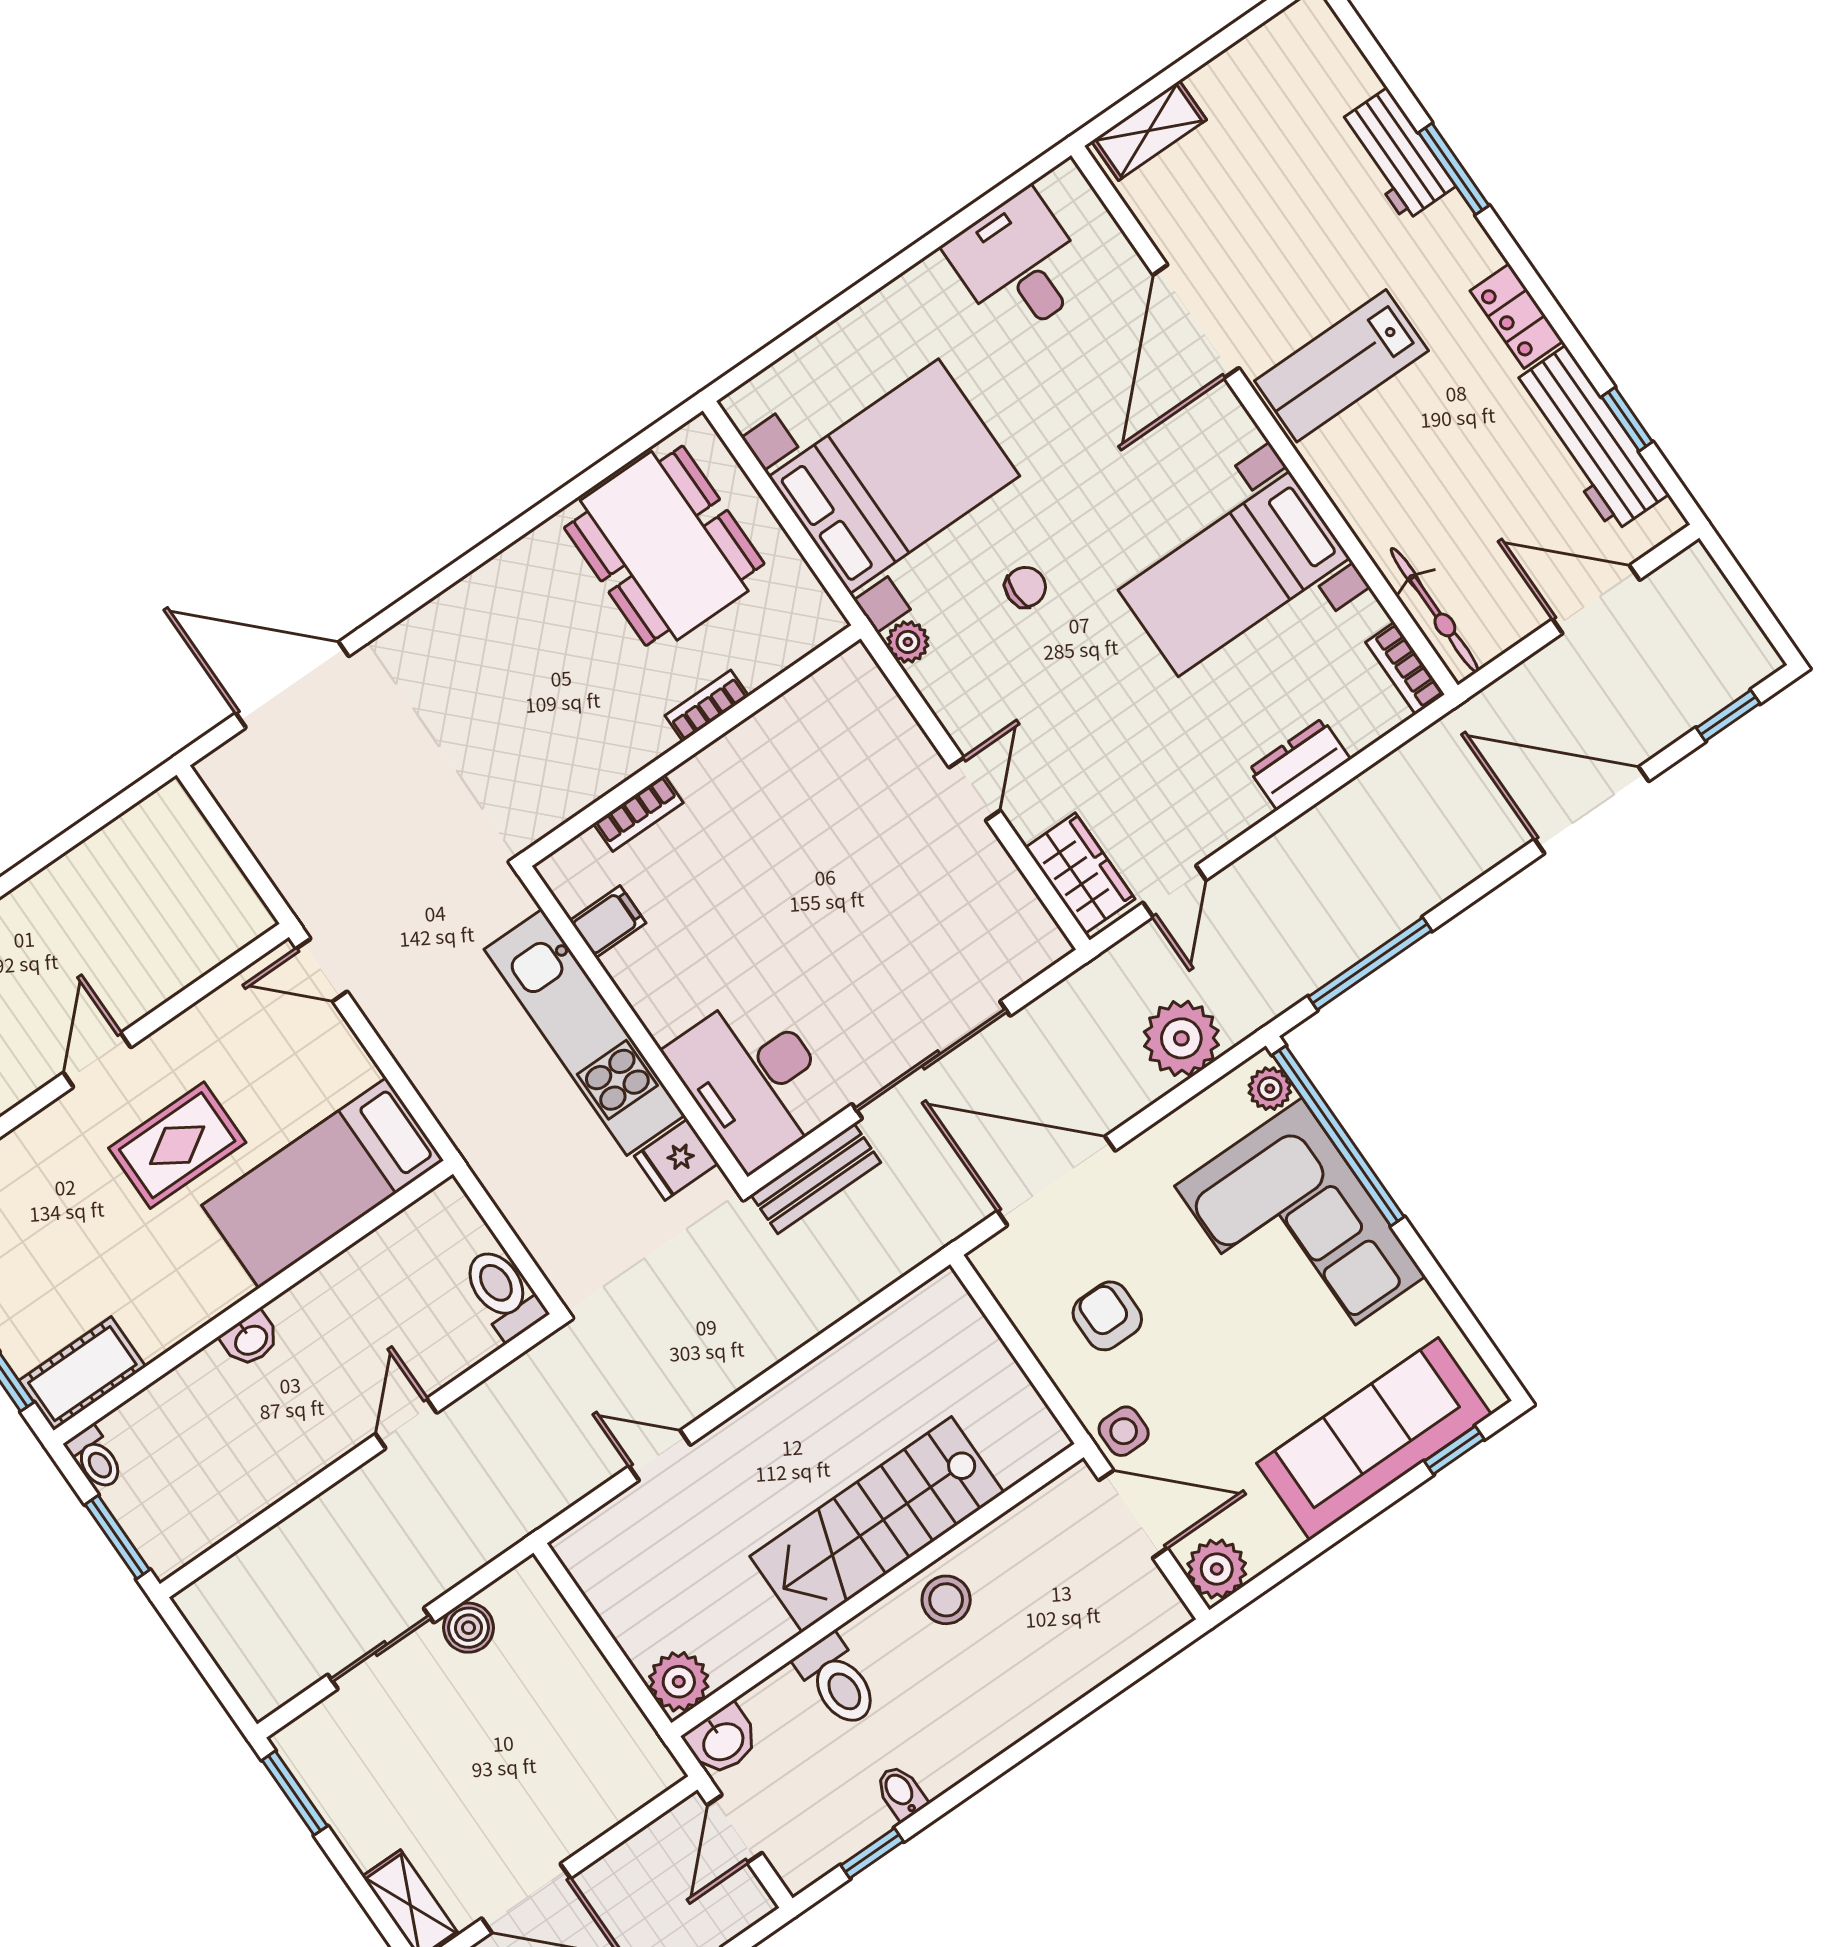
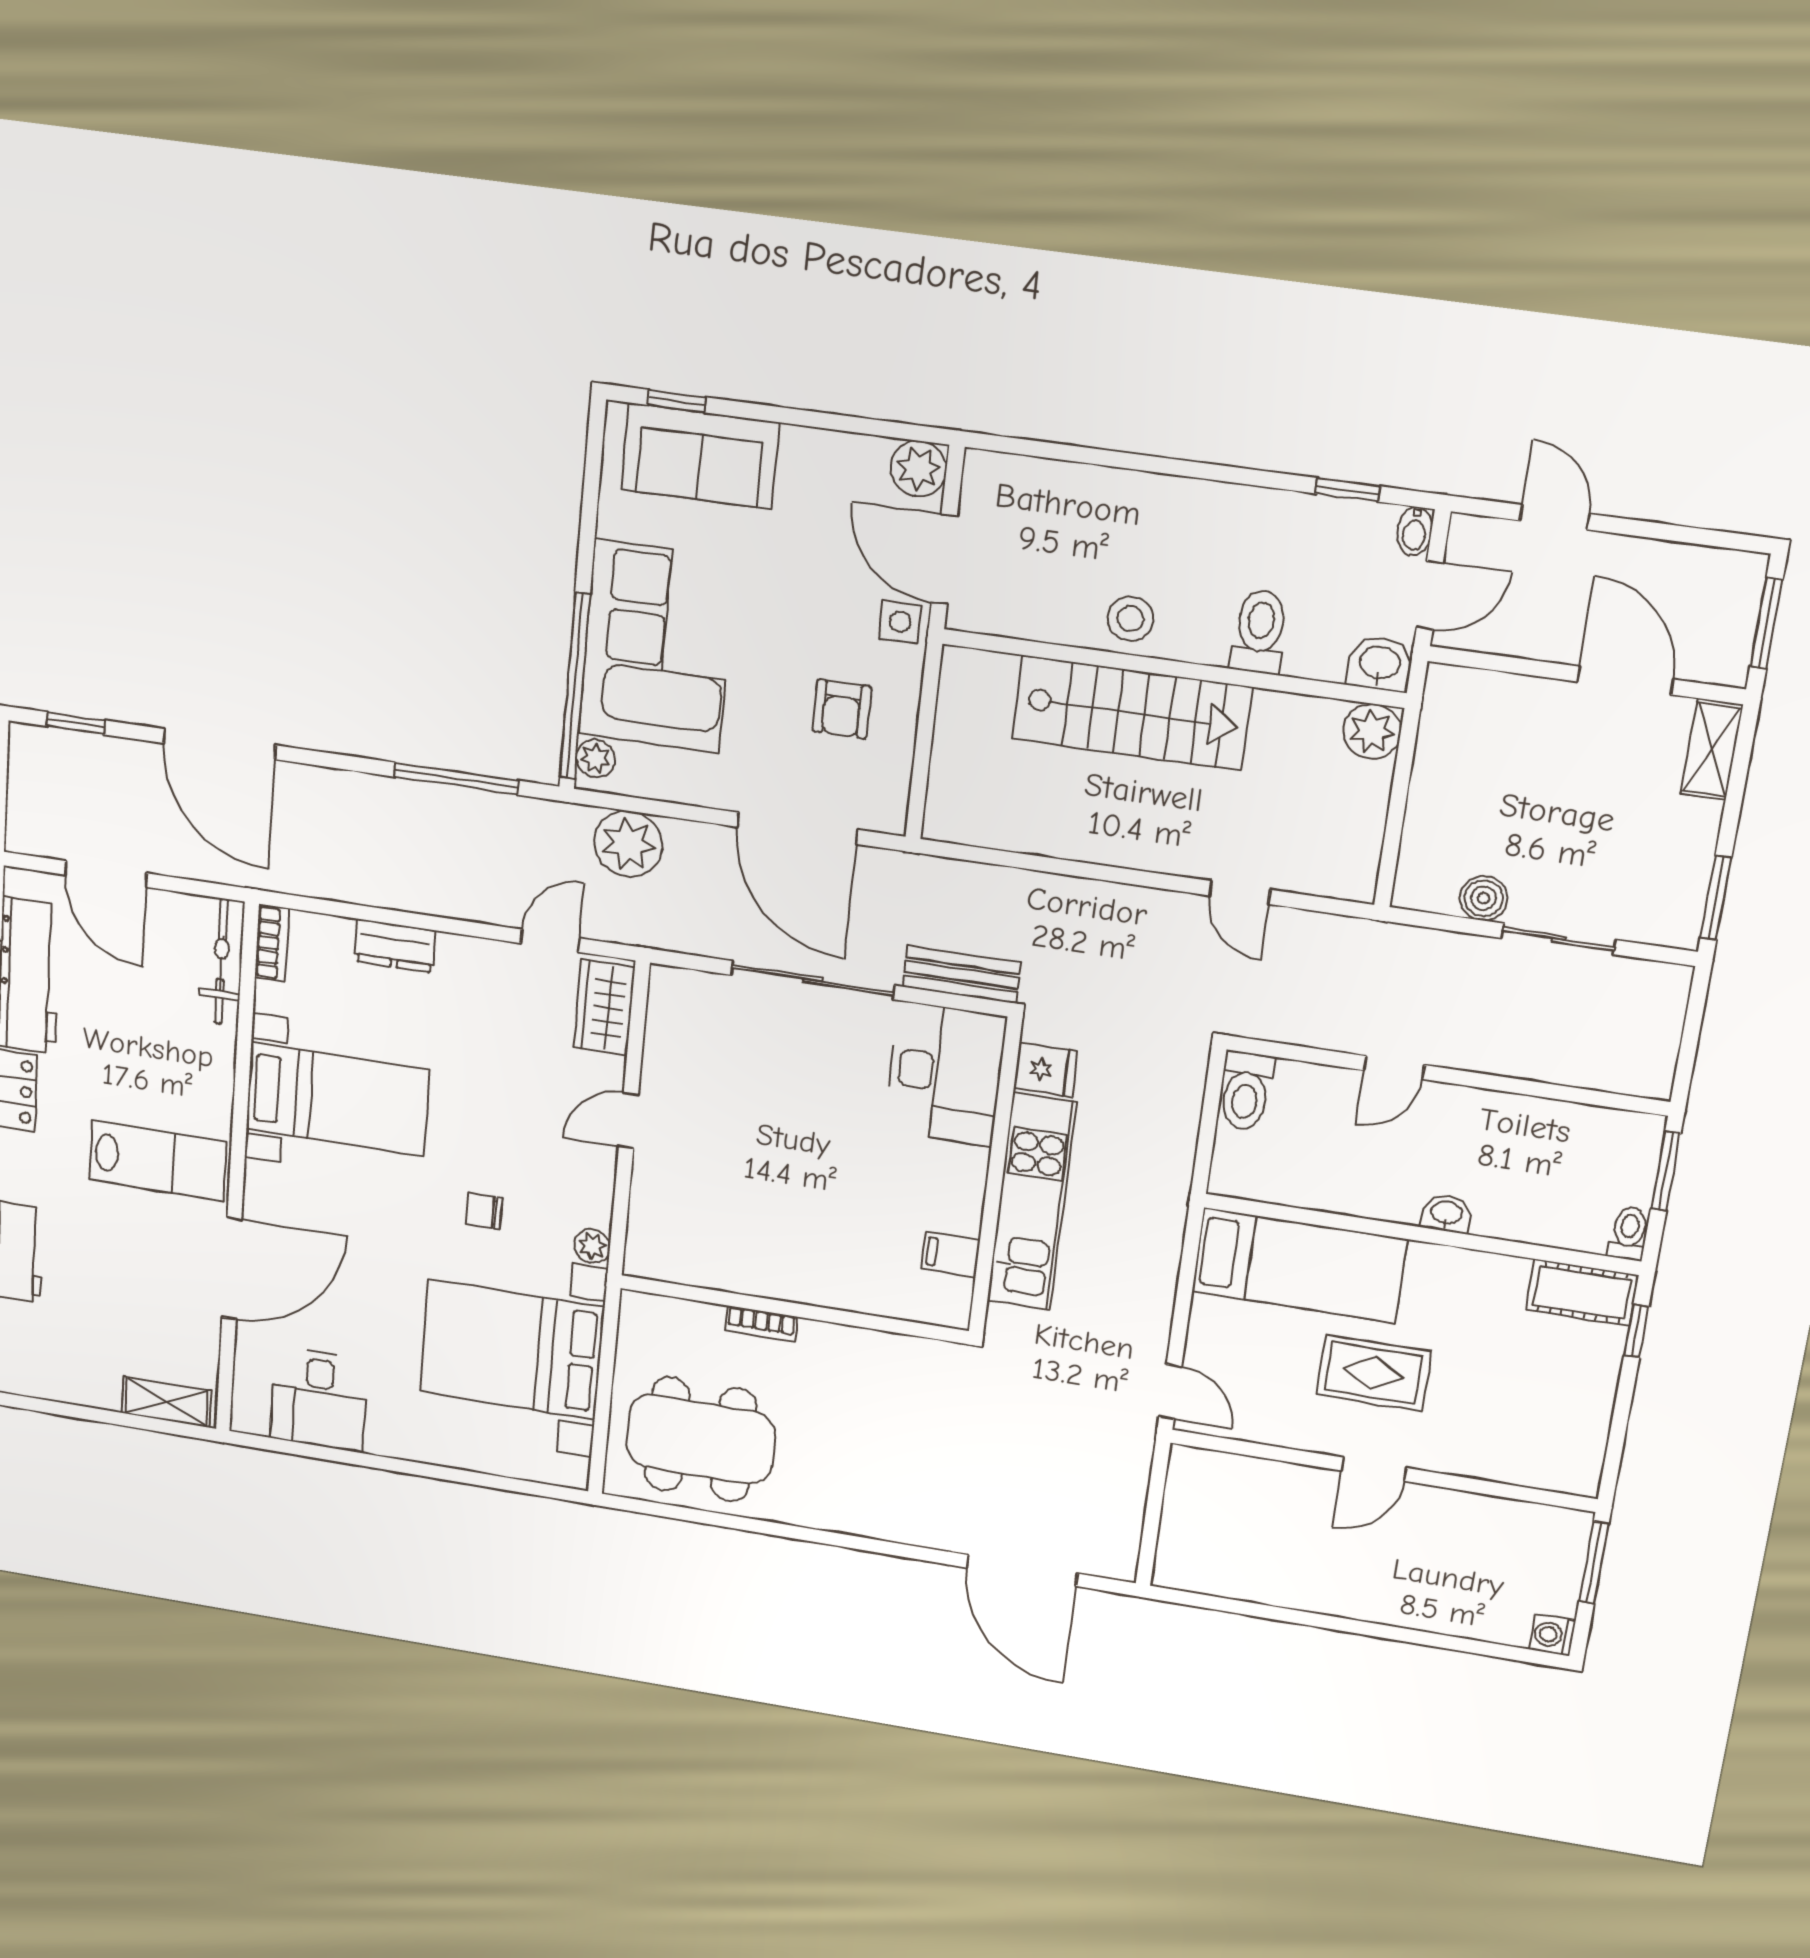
dining table: (664, 546) -> (701, 1439), turned 90
bookcase: (638, 813) -> (868, 1301), removed
sofa: (1374, 1439) -> (700, 456), width x0.73
bidet: (901, 1792) -> (1414, 531), moved

